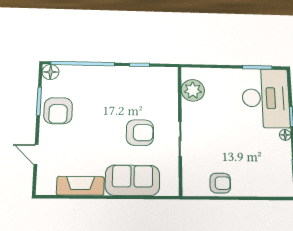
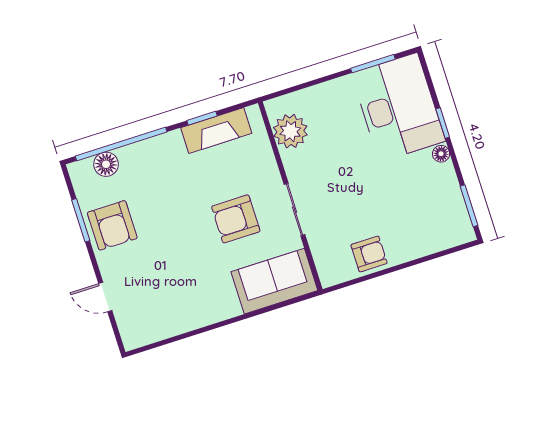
floor lamp: (51, 72) -> (106, 164), moved
armchair: (140, 133) -> (236, 219), turned 180
sofa: (132, 180) -> (274, 281), moved
fireplace: (80, 186) -> (216, 131), moved, turned 180

